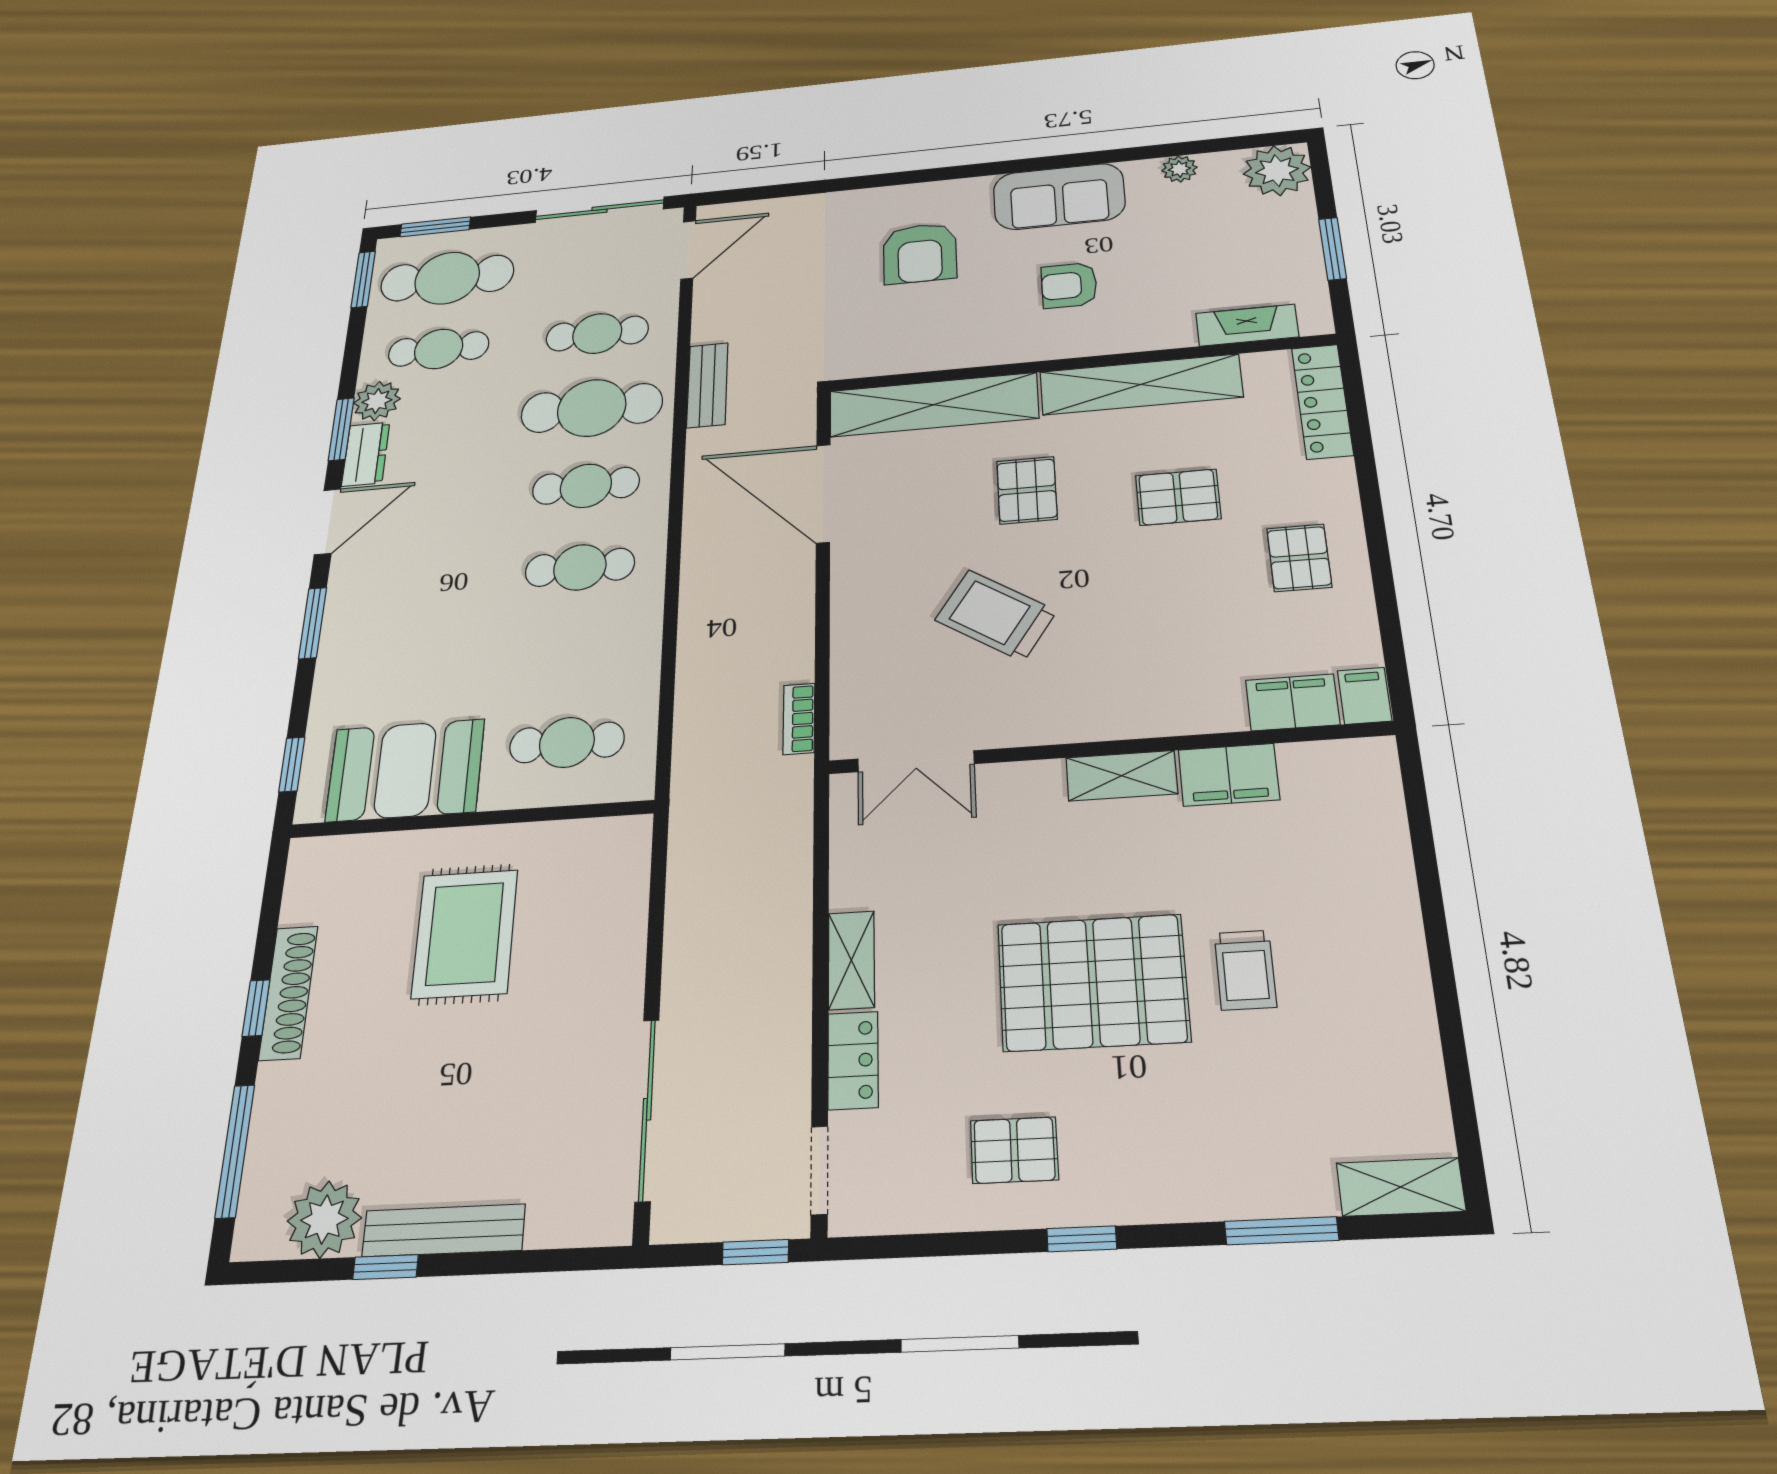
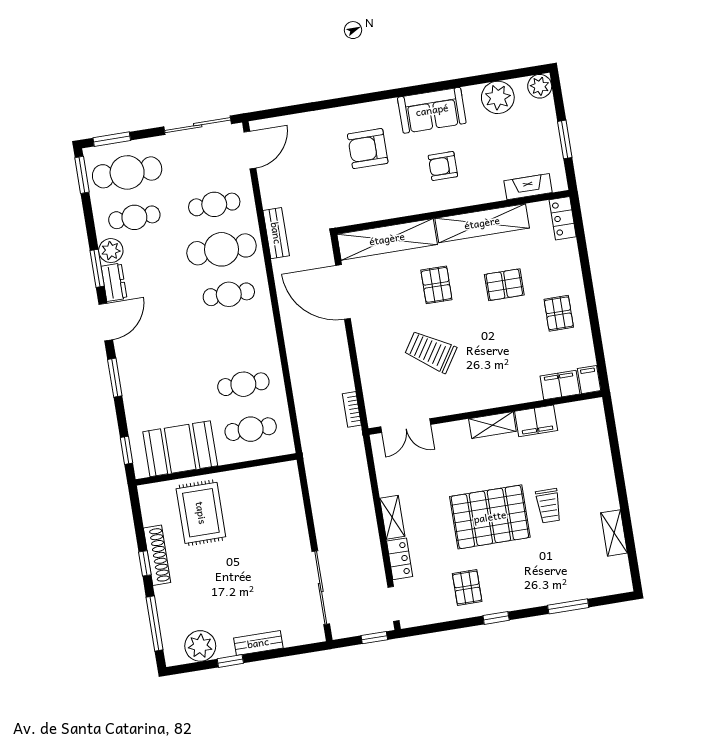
plant: (1179, 169) -> (498, 97), width x1.87, depth x1.87
plant: (1277, 171) -> (540, 86), width x0.73, depth x0.73
armchair: (920, 253) -> (368, 149), turned 90
locker: (1322, 401) -> (563, 218), width x0.66
cafe table: (580, 567) -> (243, 384), moved
rug: (465, 934) -> (201, 513), moved
pallet: (1014, 1150) -> (467, 587), turned 90
shelving: (1401, 1187) -> (614, 533), moved, turned 90
bench: (444, 1230) -> (258, 643), width x0.73

